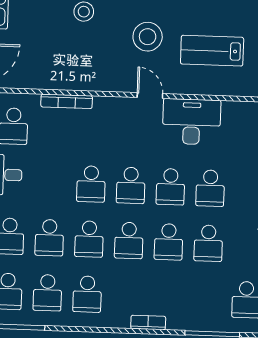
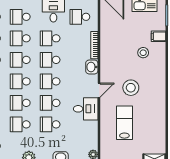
washbasin: (107, 107) -> (92, 67), added
desk: (191, 122) -> (86, 109), width x0.73
school desk: (51, 183) -> (50, 38), added

